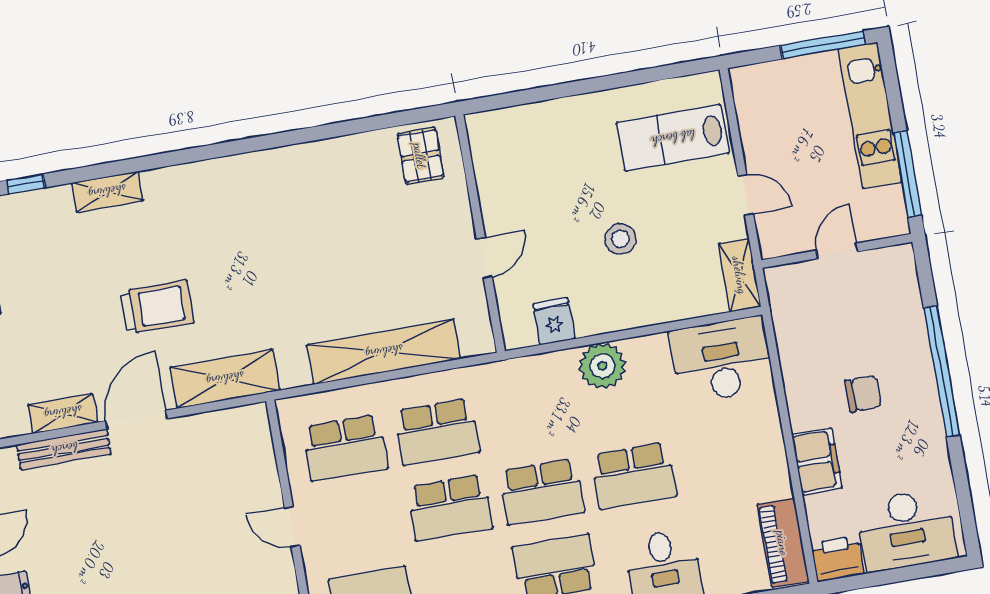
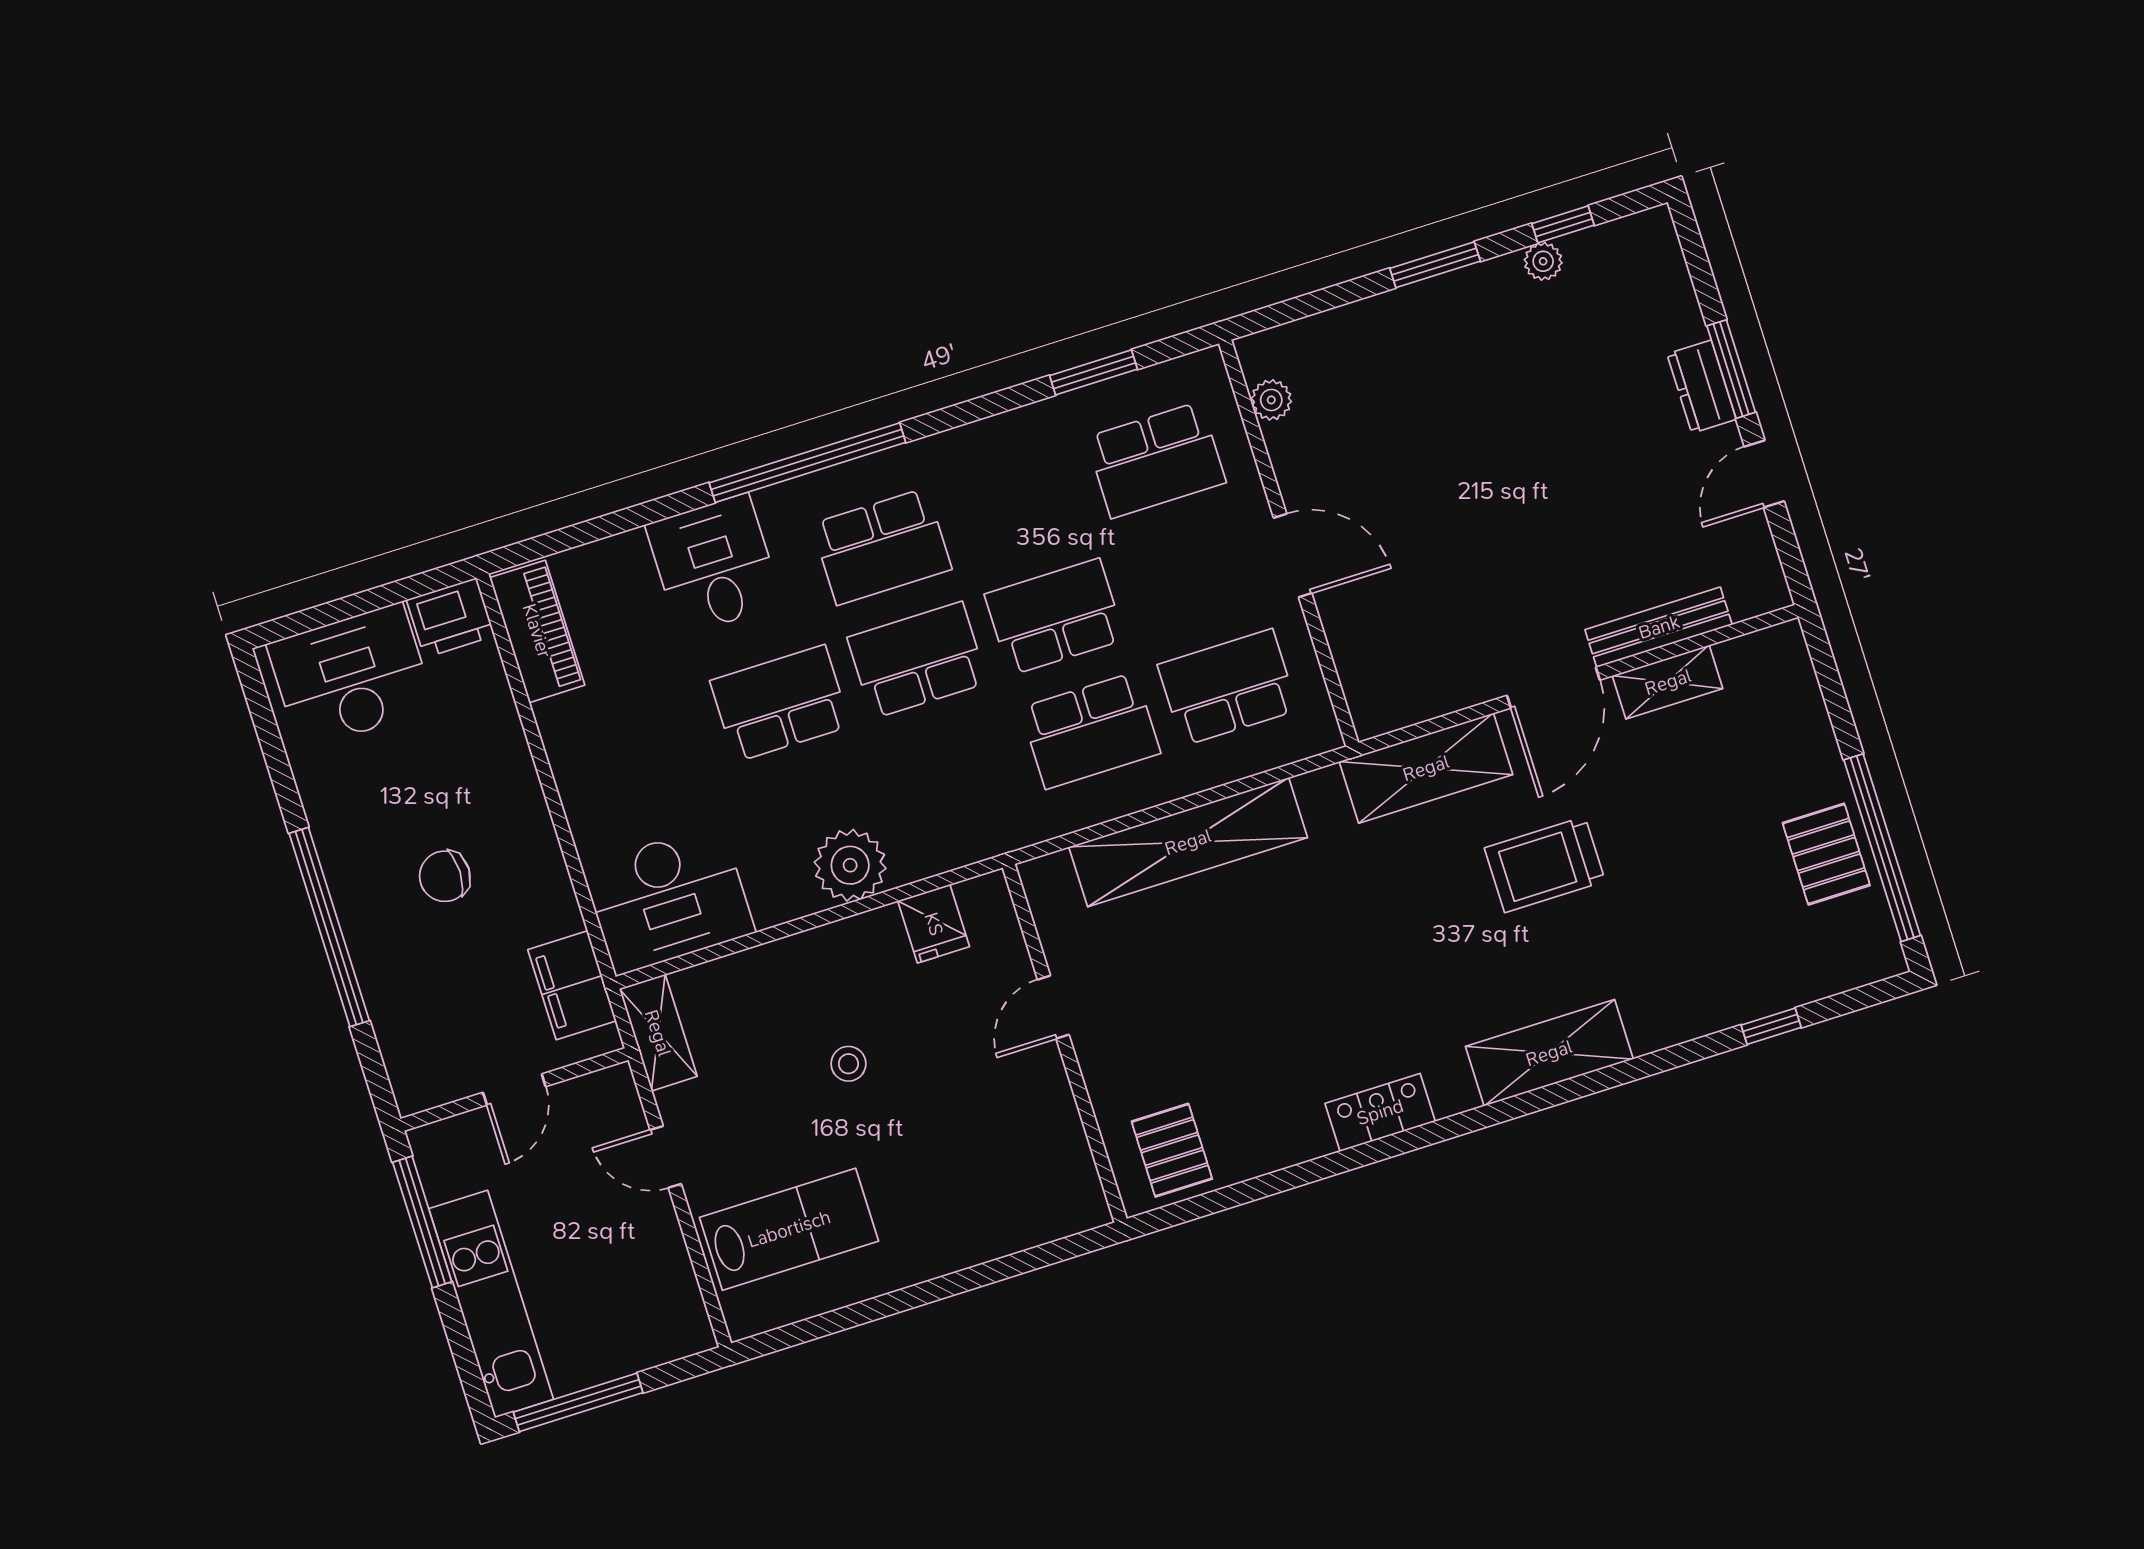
locker: (284, 162) -> (1380, 1112), added
shelving: (107, 192) -> (1549, 1053), moved, width x1.50, depth x1.33
stool: (620, 239) -> (848, 1064), width x0.73, depth x0.73
school desk: (437, 432) -> (1090, 731), turned 180
filing cabinet: (817, 461) -> (572, 985), moved
door: (292, 527) -> (1293, 555), width x1.37

